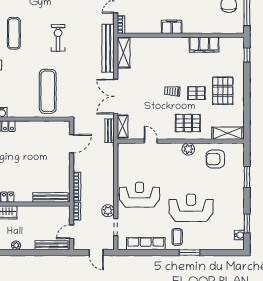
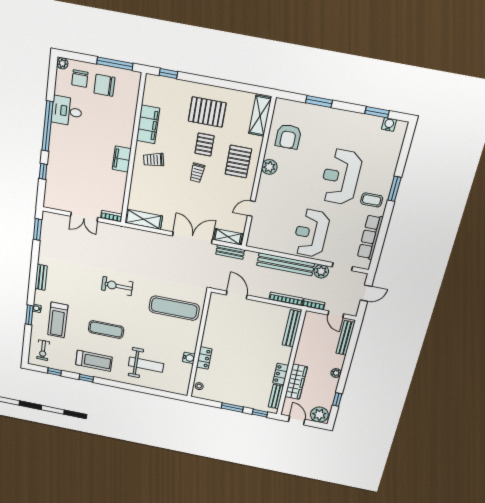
bench: (108, 48) -> (286, 264), moved
trolley: (176, 53) -> (154, 160), added
double door: (116, 97) -> (192, 238), swing flipped

